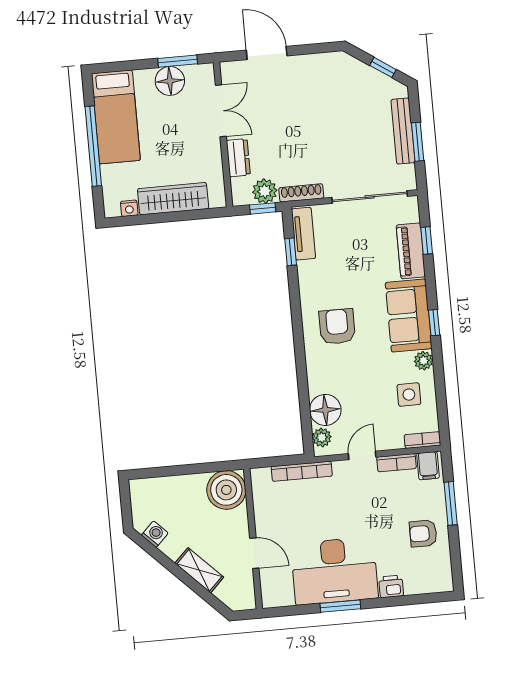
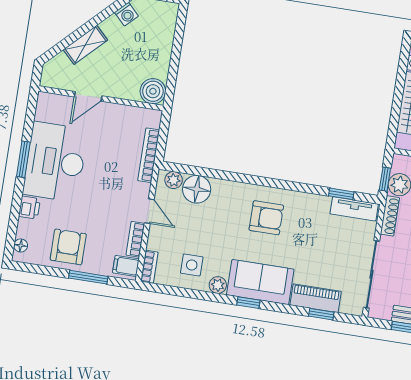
boiler: (226, 490) -> (153, 91), width x0.73, depth x0.73
armchair: (423, 533) -> (68, 247), width x1.38, depth x1.38
floor lamp: (435, 585) -> (21, 245), added

